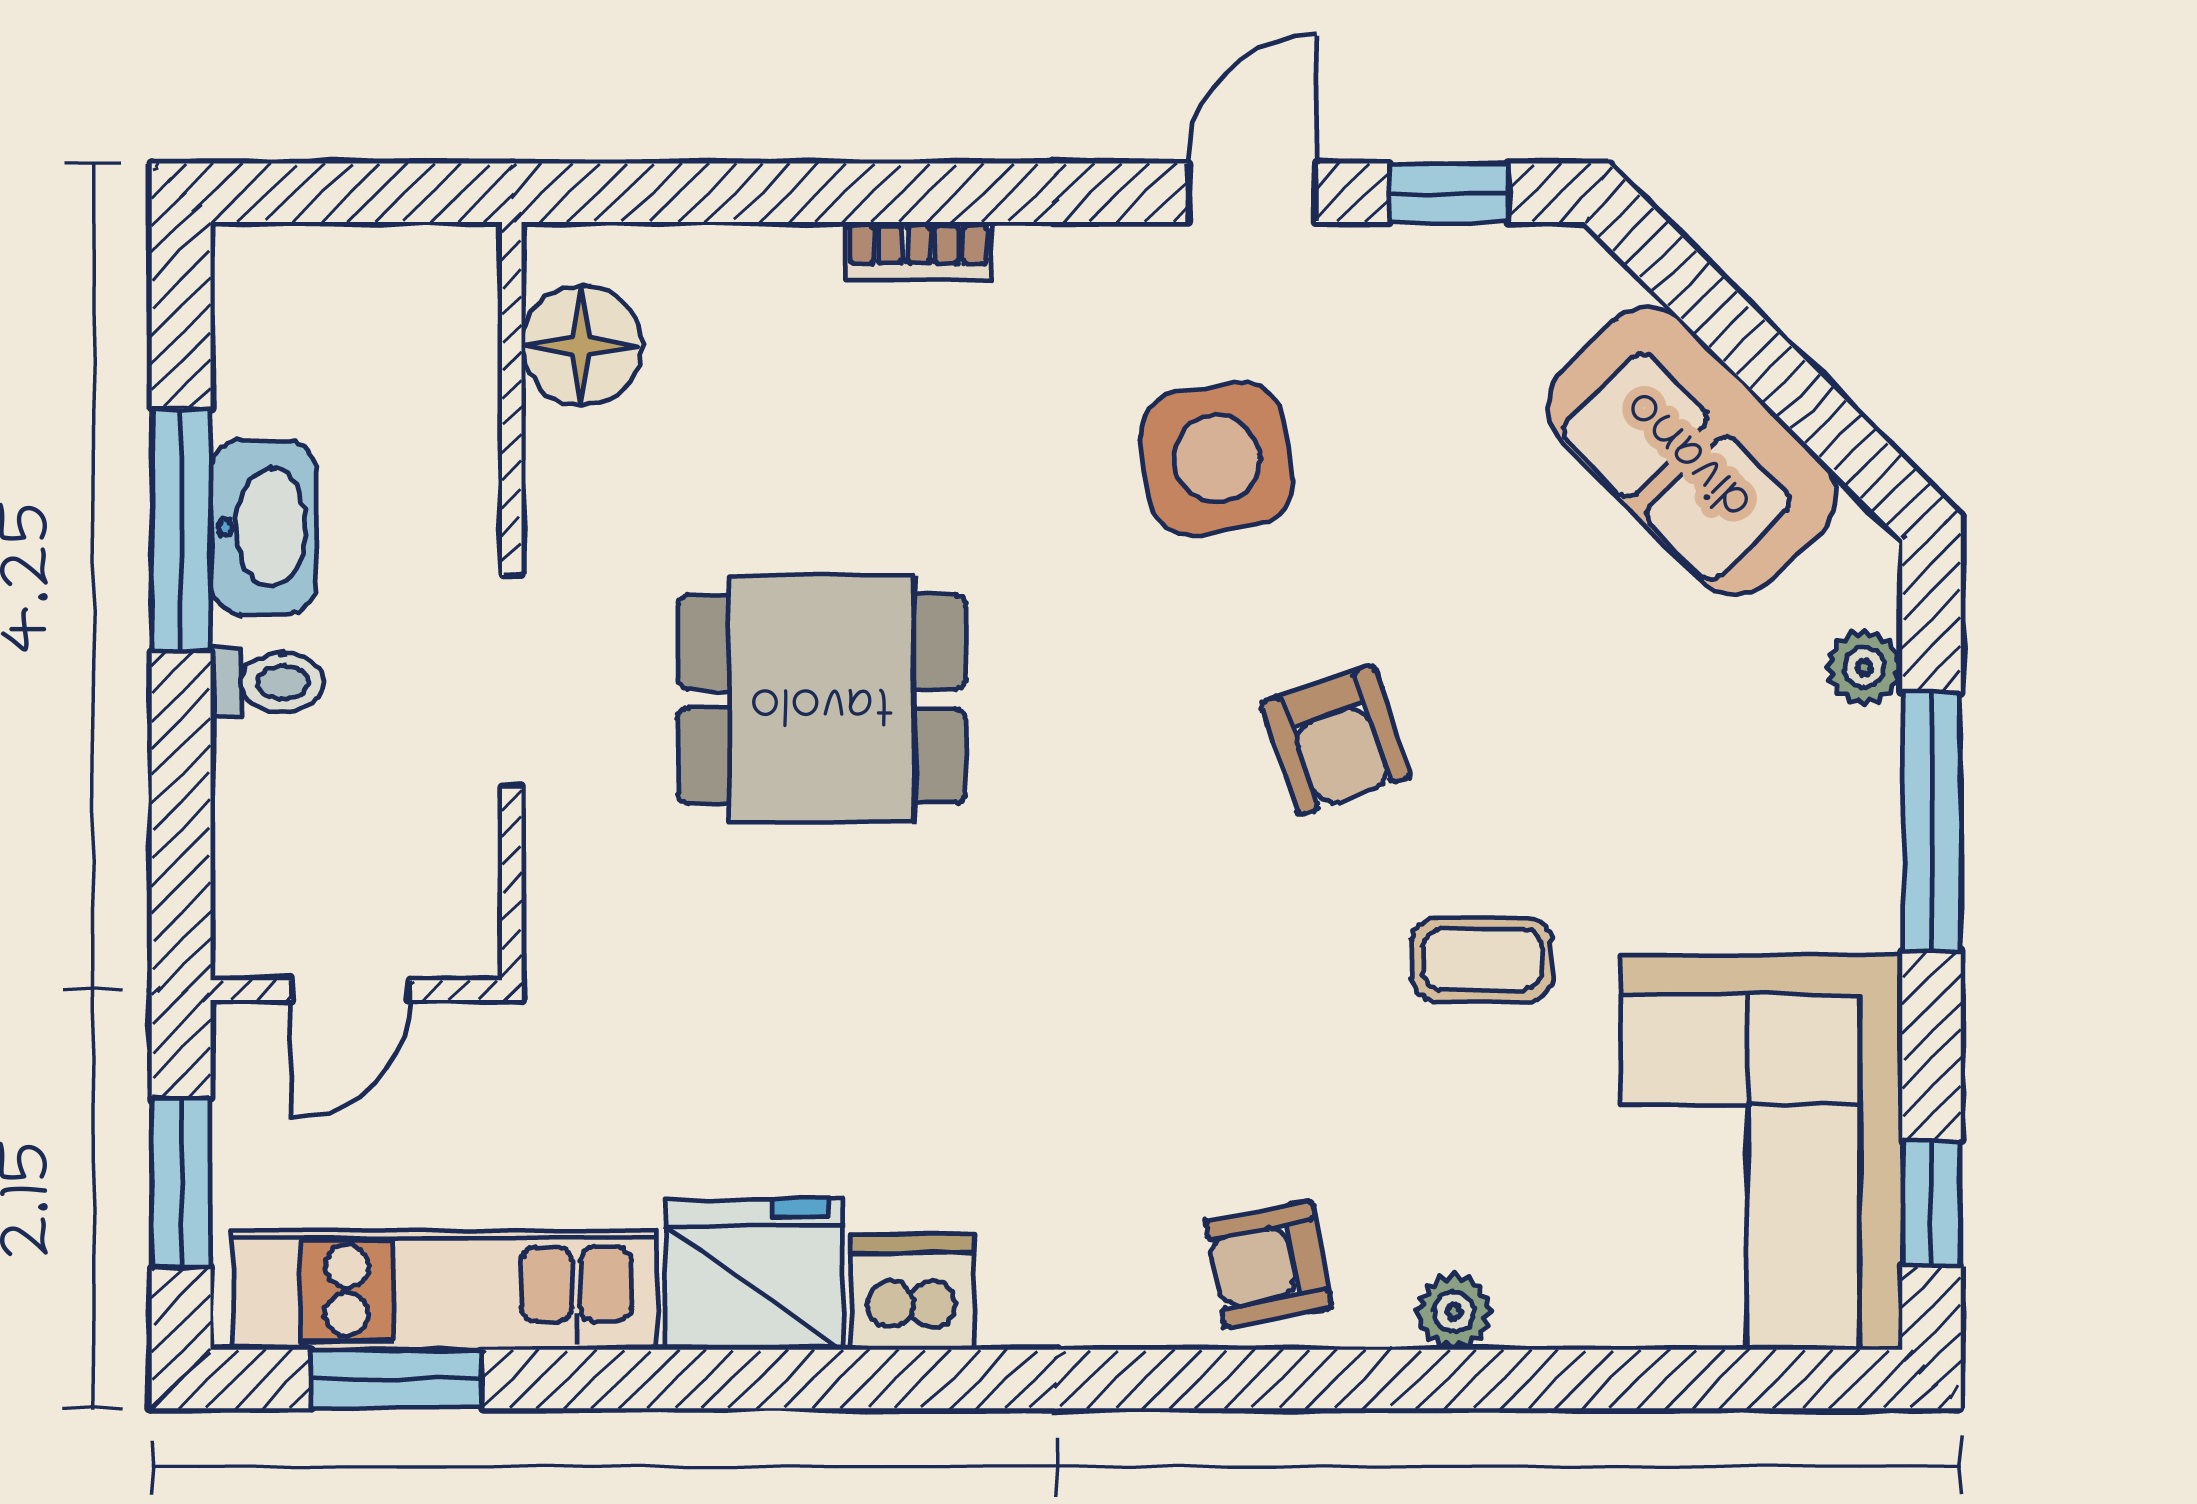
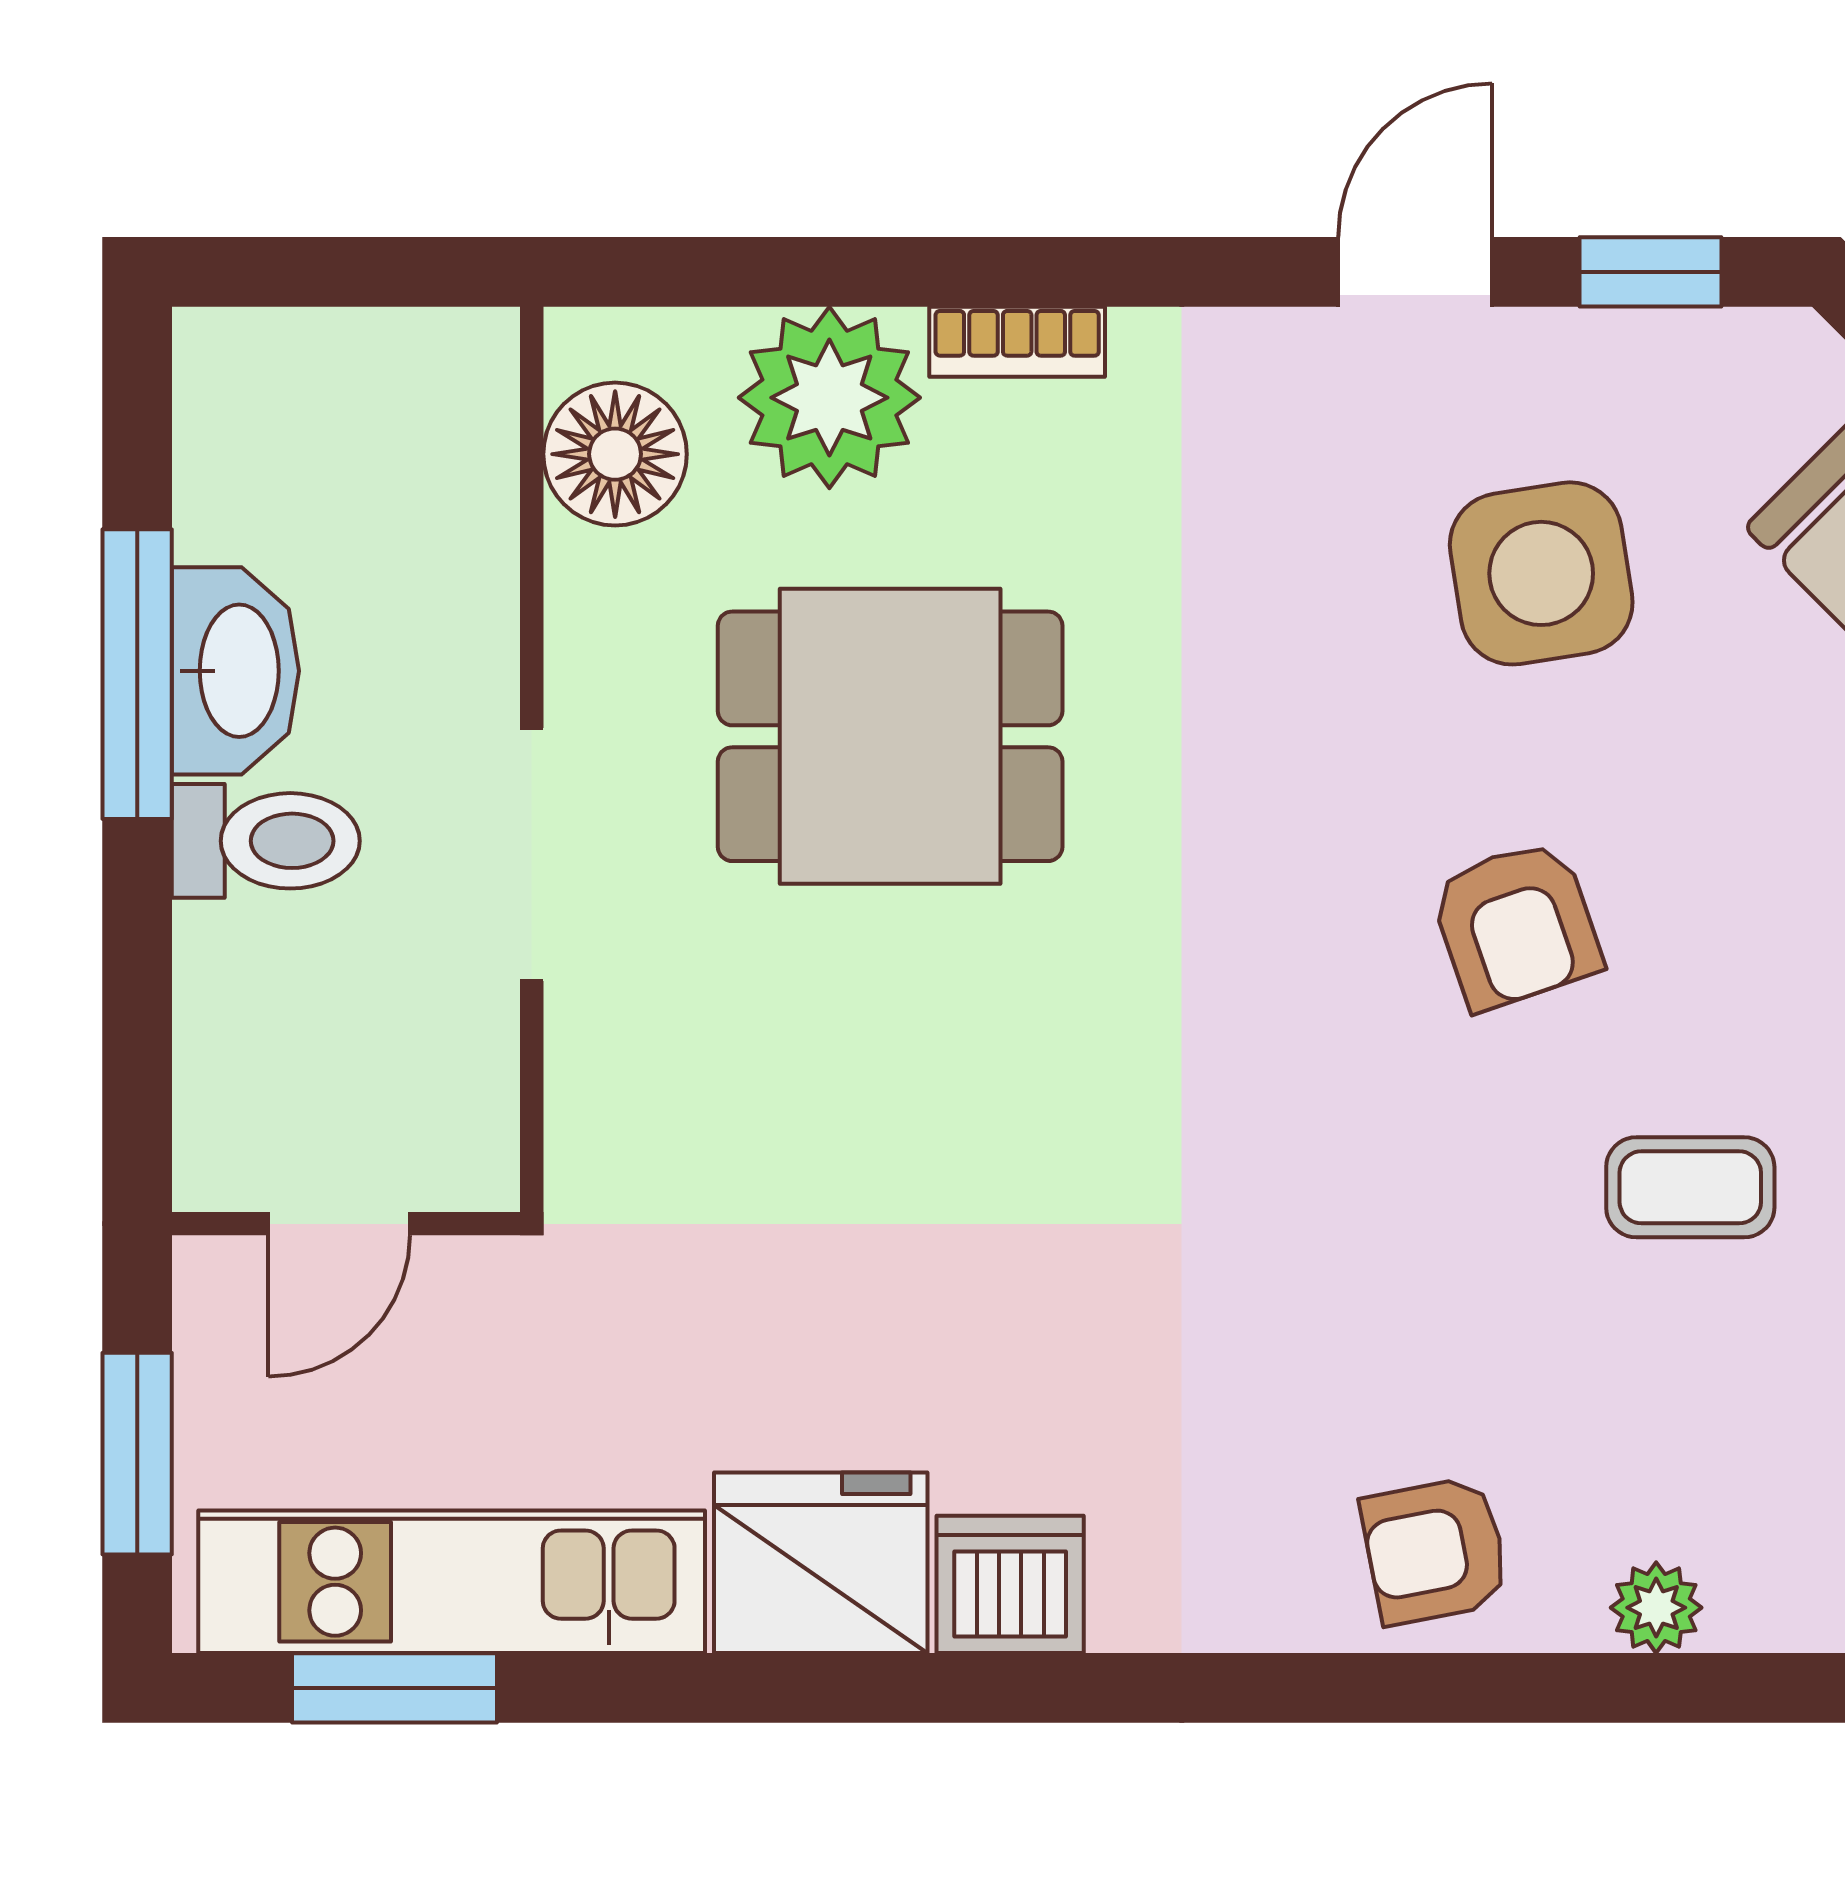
plant: (761, 298) -> (829, 398), added
side table: (1217, 459) -> (1541, 573), moved
toilet: (267, 682) -> (266, 841), width x1.37, depth x1.39
dining table: (822, 699) -> (890, 736), moved

